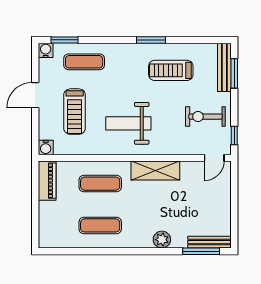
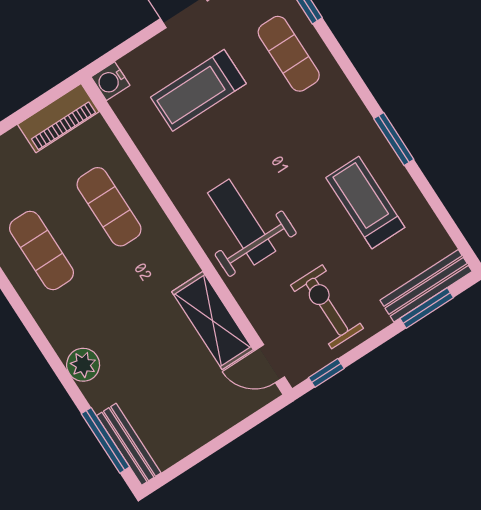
weight bench: (128, 123) -> (242, 222), moved
shelving: (155, 171) -> (212, 321), moved

